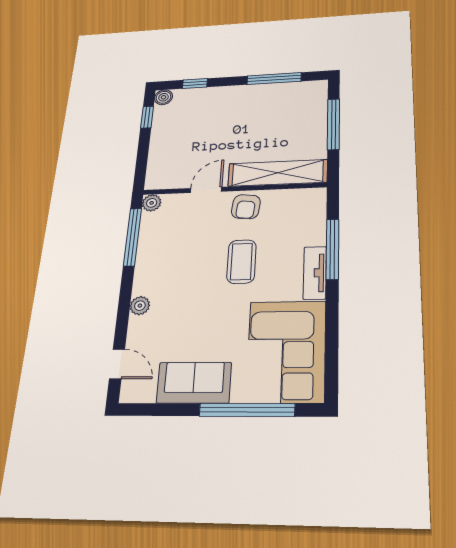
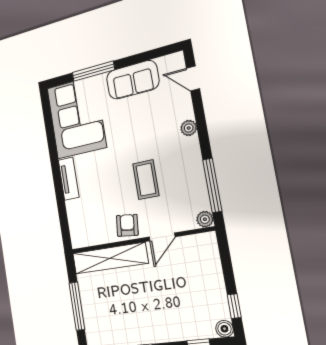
window: (332, 249) -> (60, 199), removed
coffee table: (241, 262) -> (146, 180), moved
window: (247, 410) -> (93, 71), width x0.68

